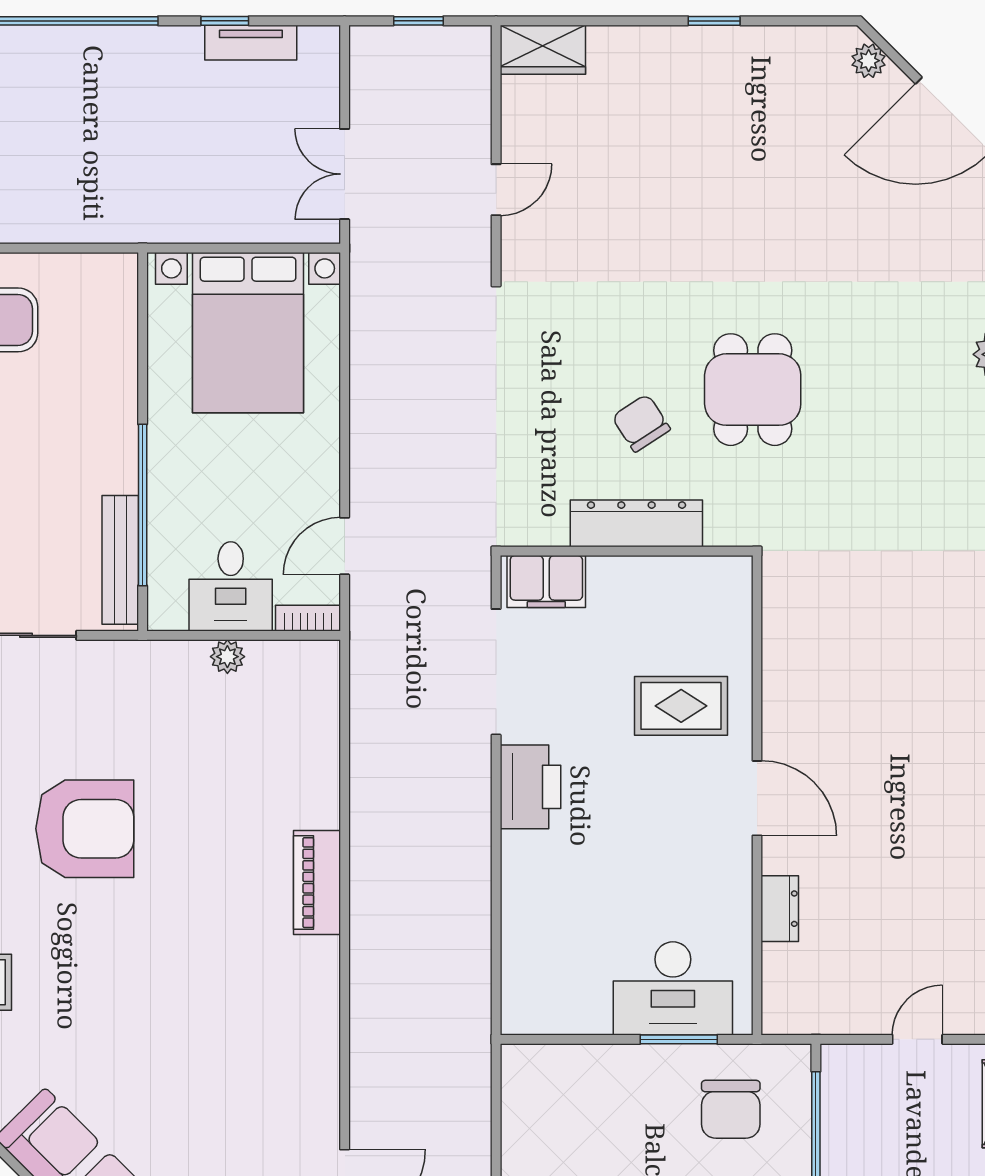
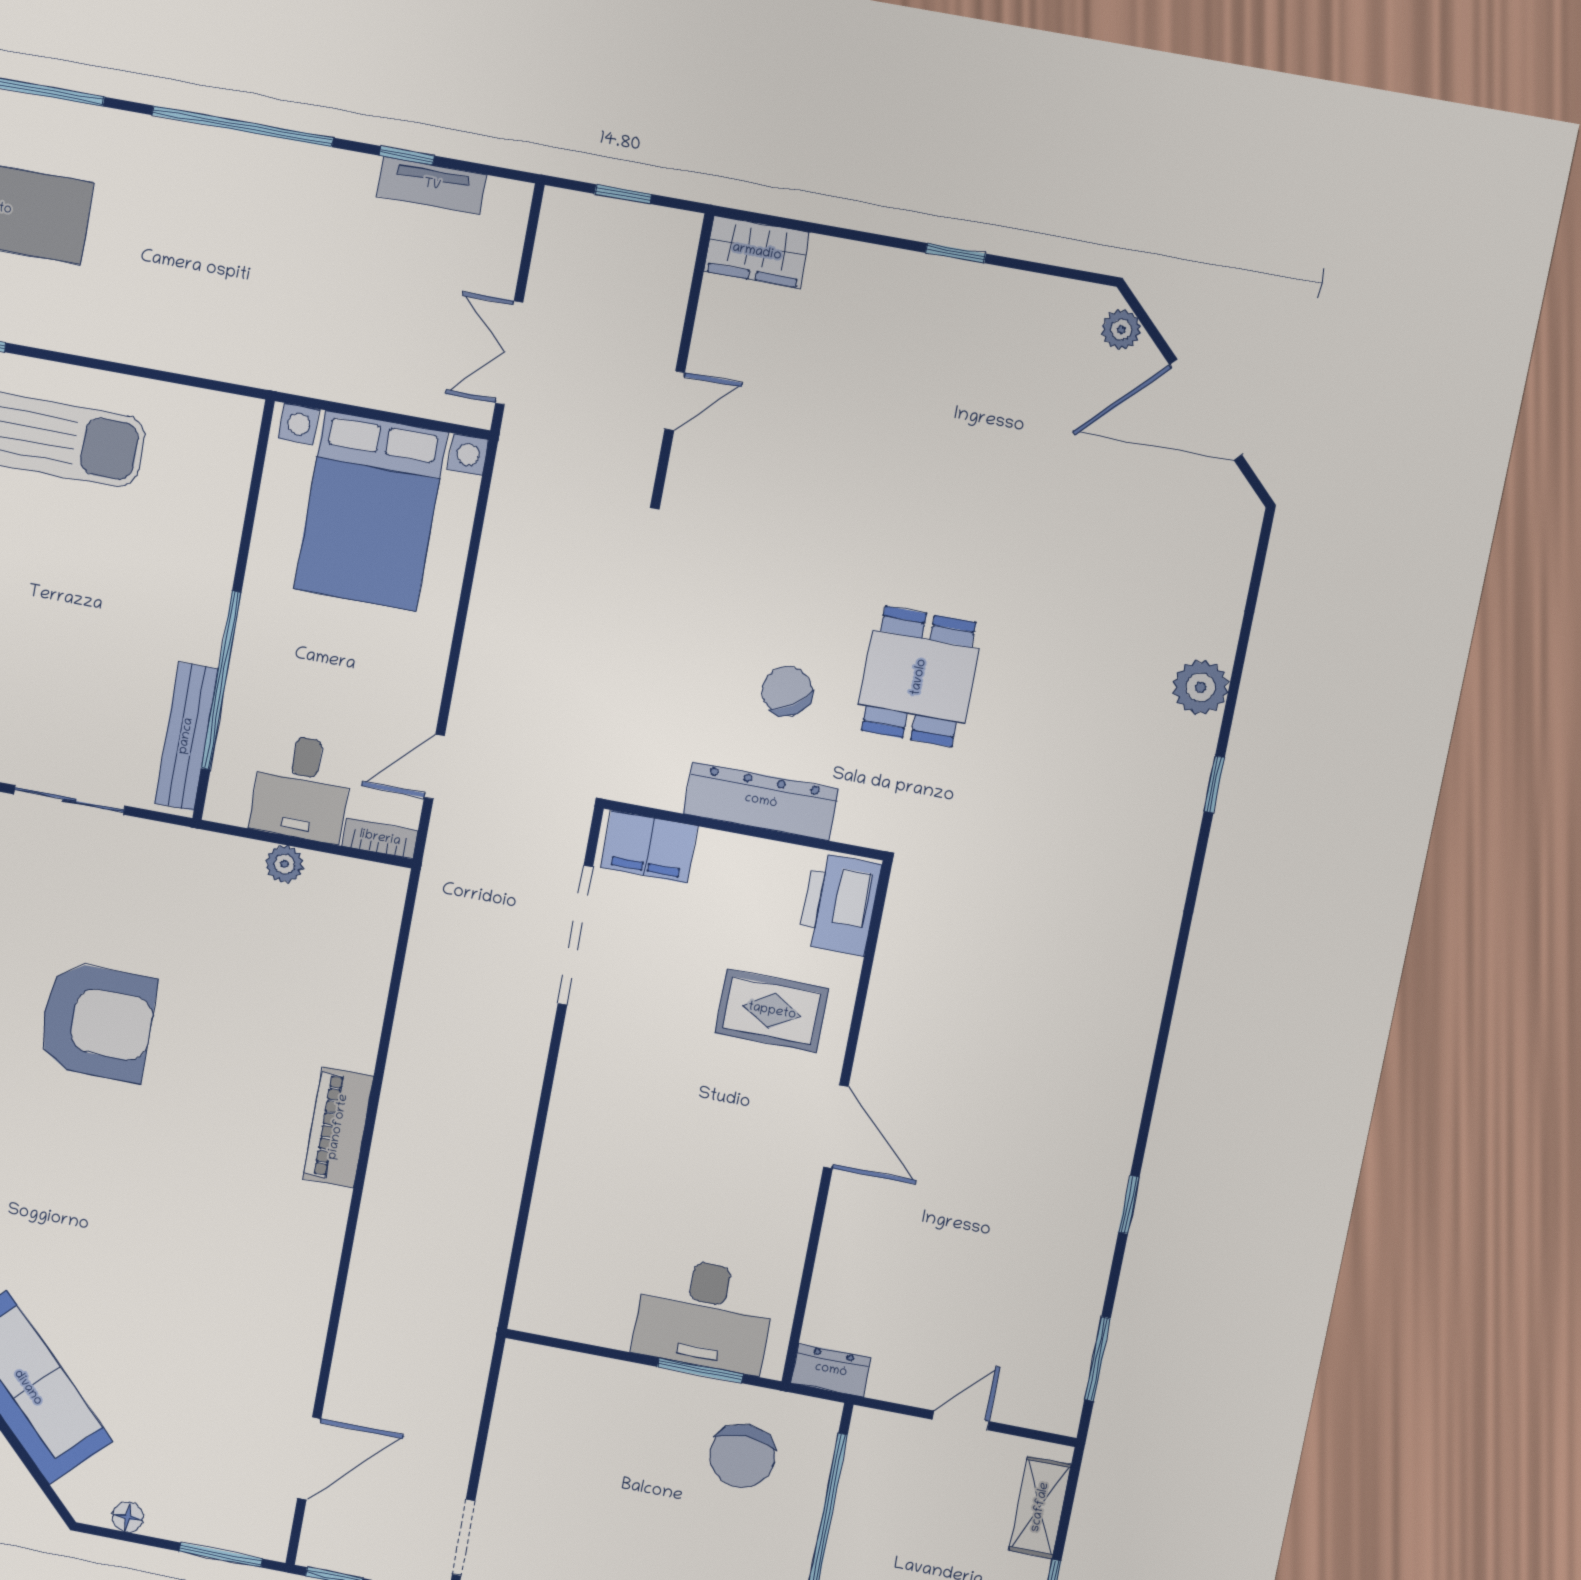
printer: (530, 787) -> (840, 904), moved, turned 180
dresser: (780, 909) -> (831, 1370), moved, turned -90

